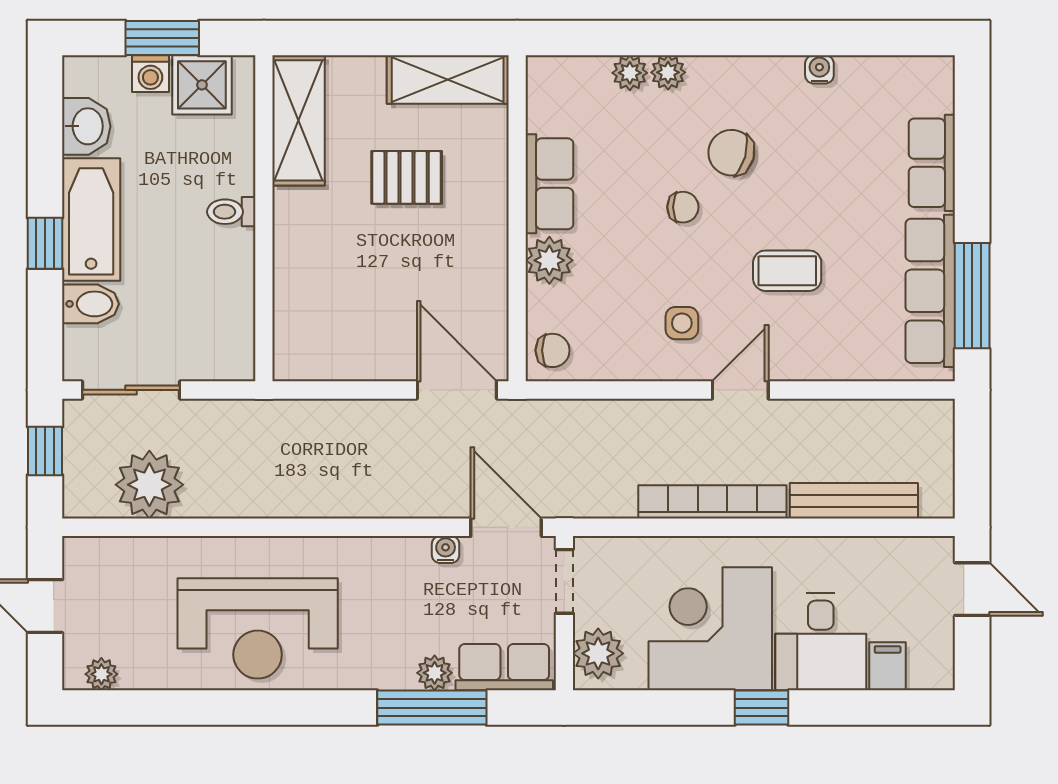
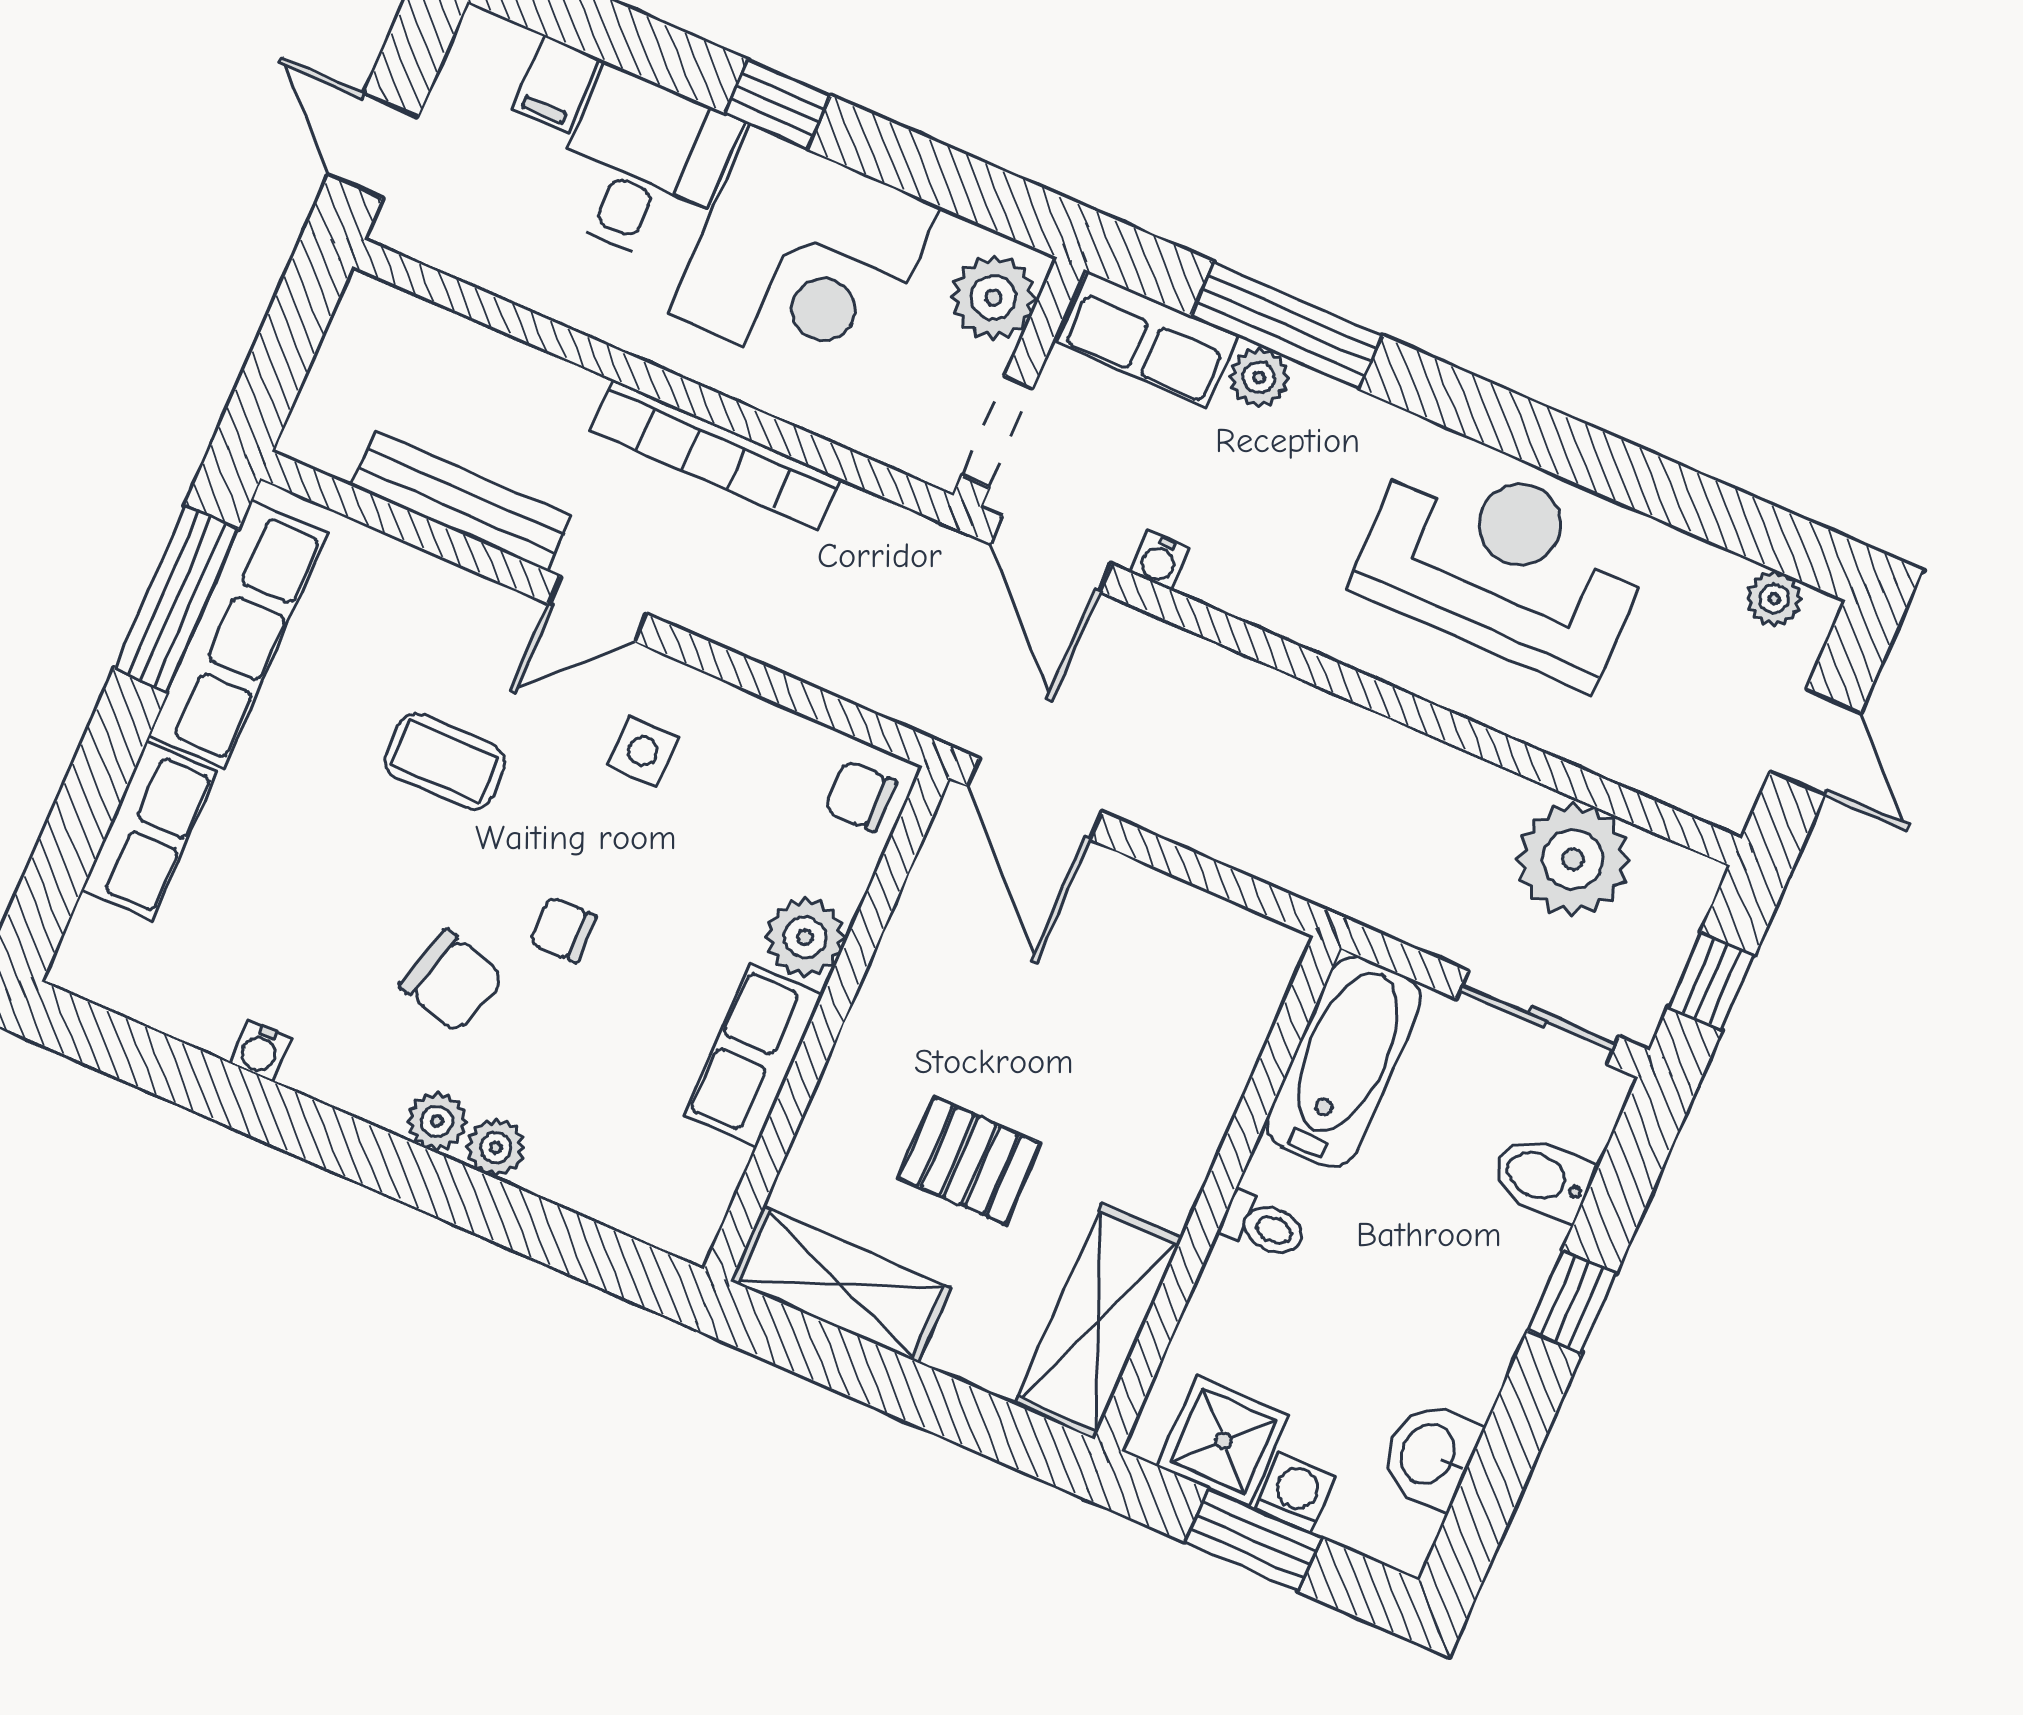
plant: (630, 73) -> (437, 1121), moved
bathtub: (91, 220) -> (1344, 1062), moved, turned 180
bench: (854, 501) -> (461, 501), moved

